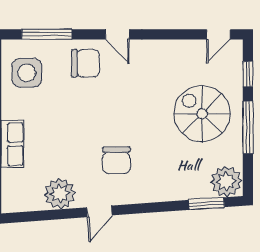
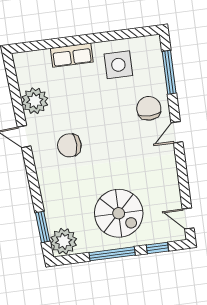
chair: (85, 63) -> (149, 108), turned 180
side table: (27, 73) -> (118, 65), moved
spiral stairs: (202, 114) -> (119, 213), turned 90

